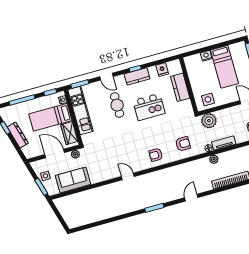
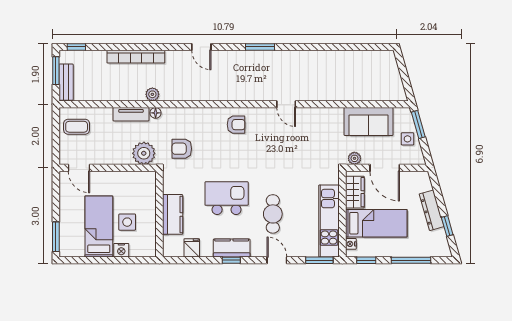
side table: (208, 99) -> (127, 222), moved
armchair: (183, 144) -> (182, 149), moved
door: (191, 198) -> (201, 47), hinge flipped

